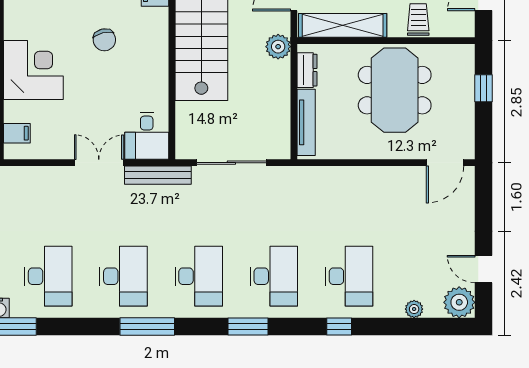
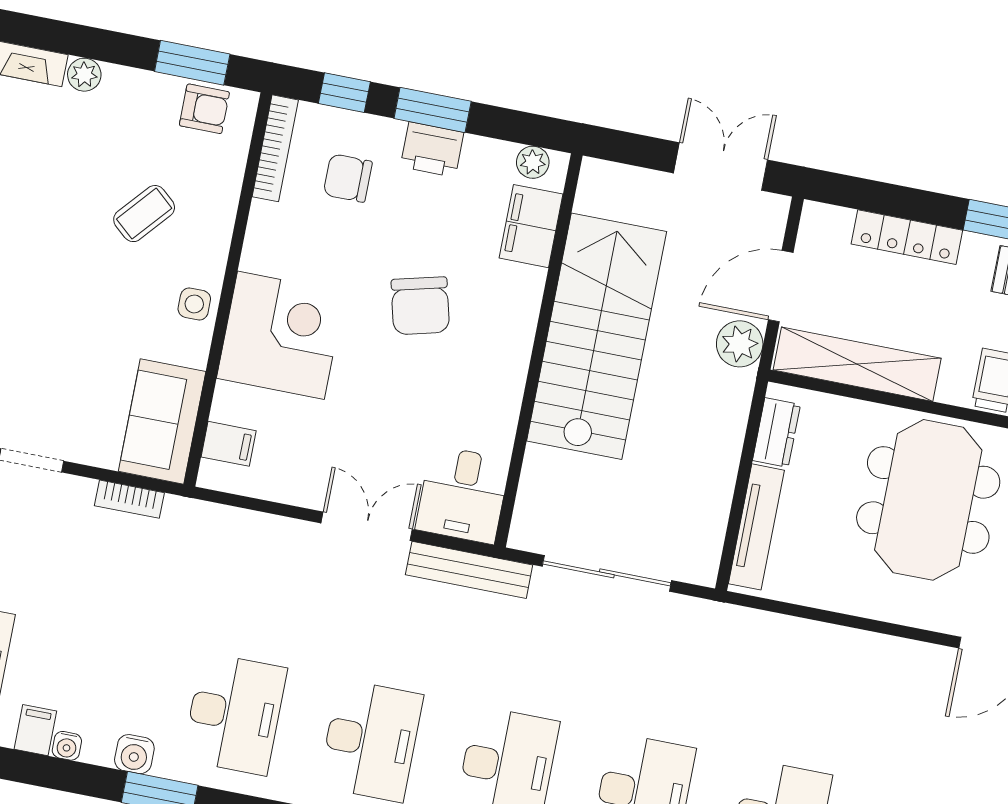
chair: (104, 40) -> (420, 306), width x1.37, depth x1.37
plant: (278, 47) -> (740, 344), moved

